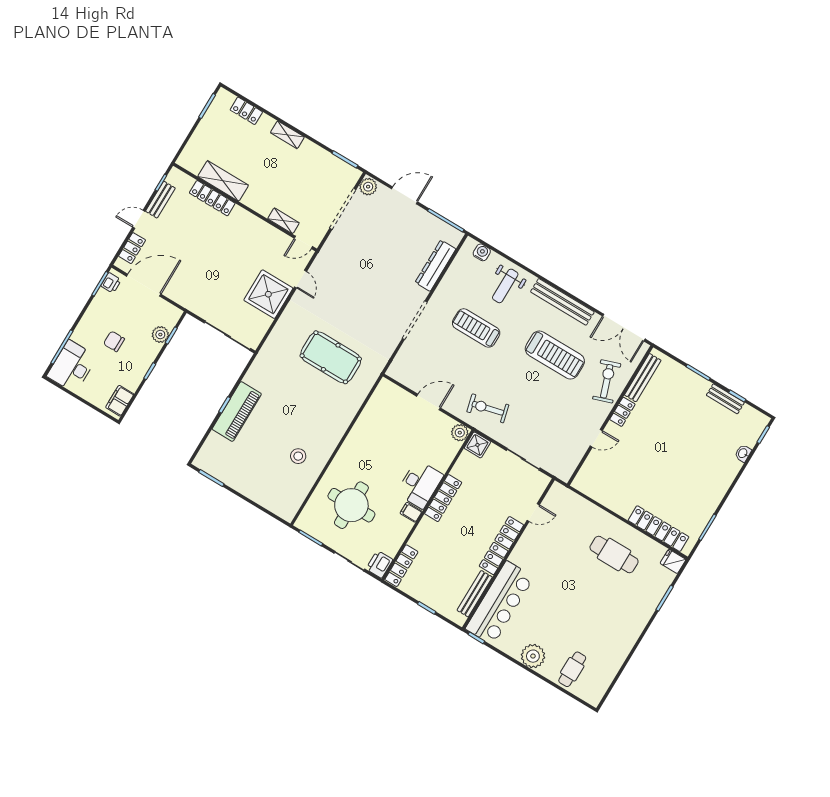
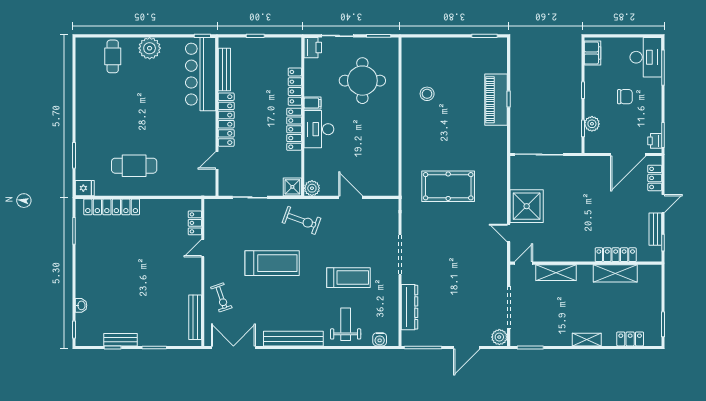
shelving: (283, 221) -> (556, 273), width x1.50, depth x1.33
treadmill: (555, 355) -> (272, 263), moved, turned 180
exercise bike: (607, 381) -> (221, 297), width x0.73, depth x0.72
door: (429, 402) -> (351, 197), swing flipped
exercise bike: (488, 408) -> (301, 220), turned 34
locker: (622, 412) -> (195, 223), moved
locker: (401, 566) -> (295, 87), moved

